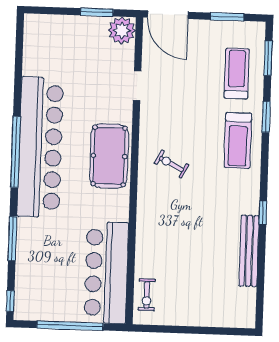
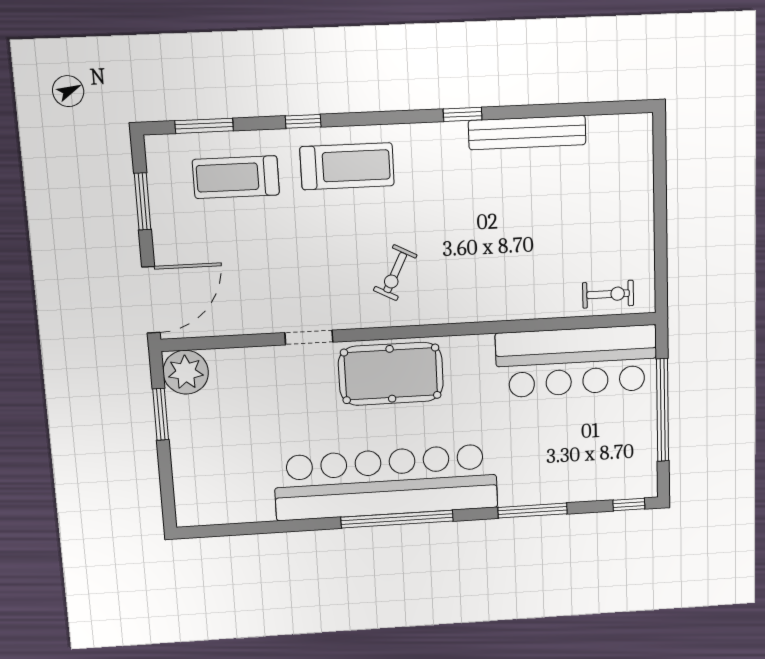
doorway: (137, 86) -> (309, 337), moved
window: (266, 117) -> (303, 121), width x0.67

